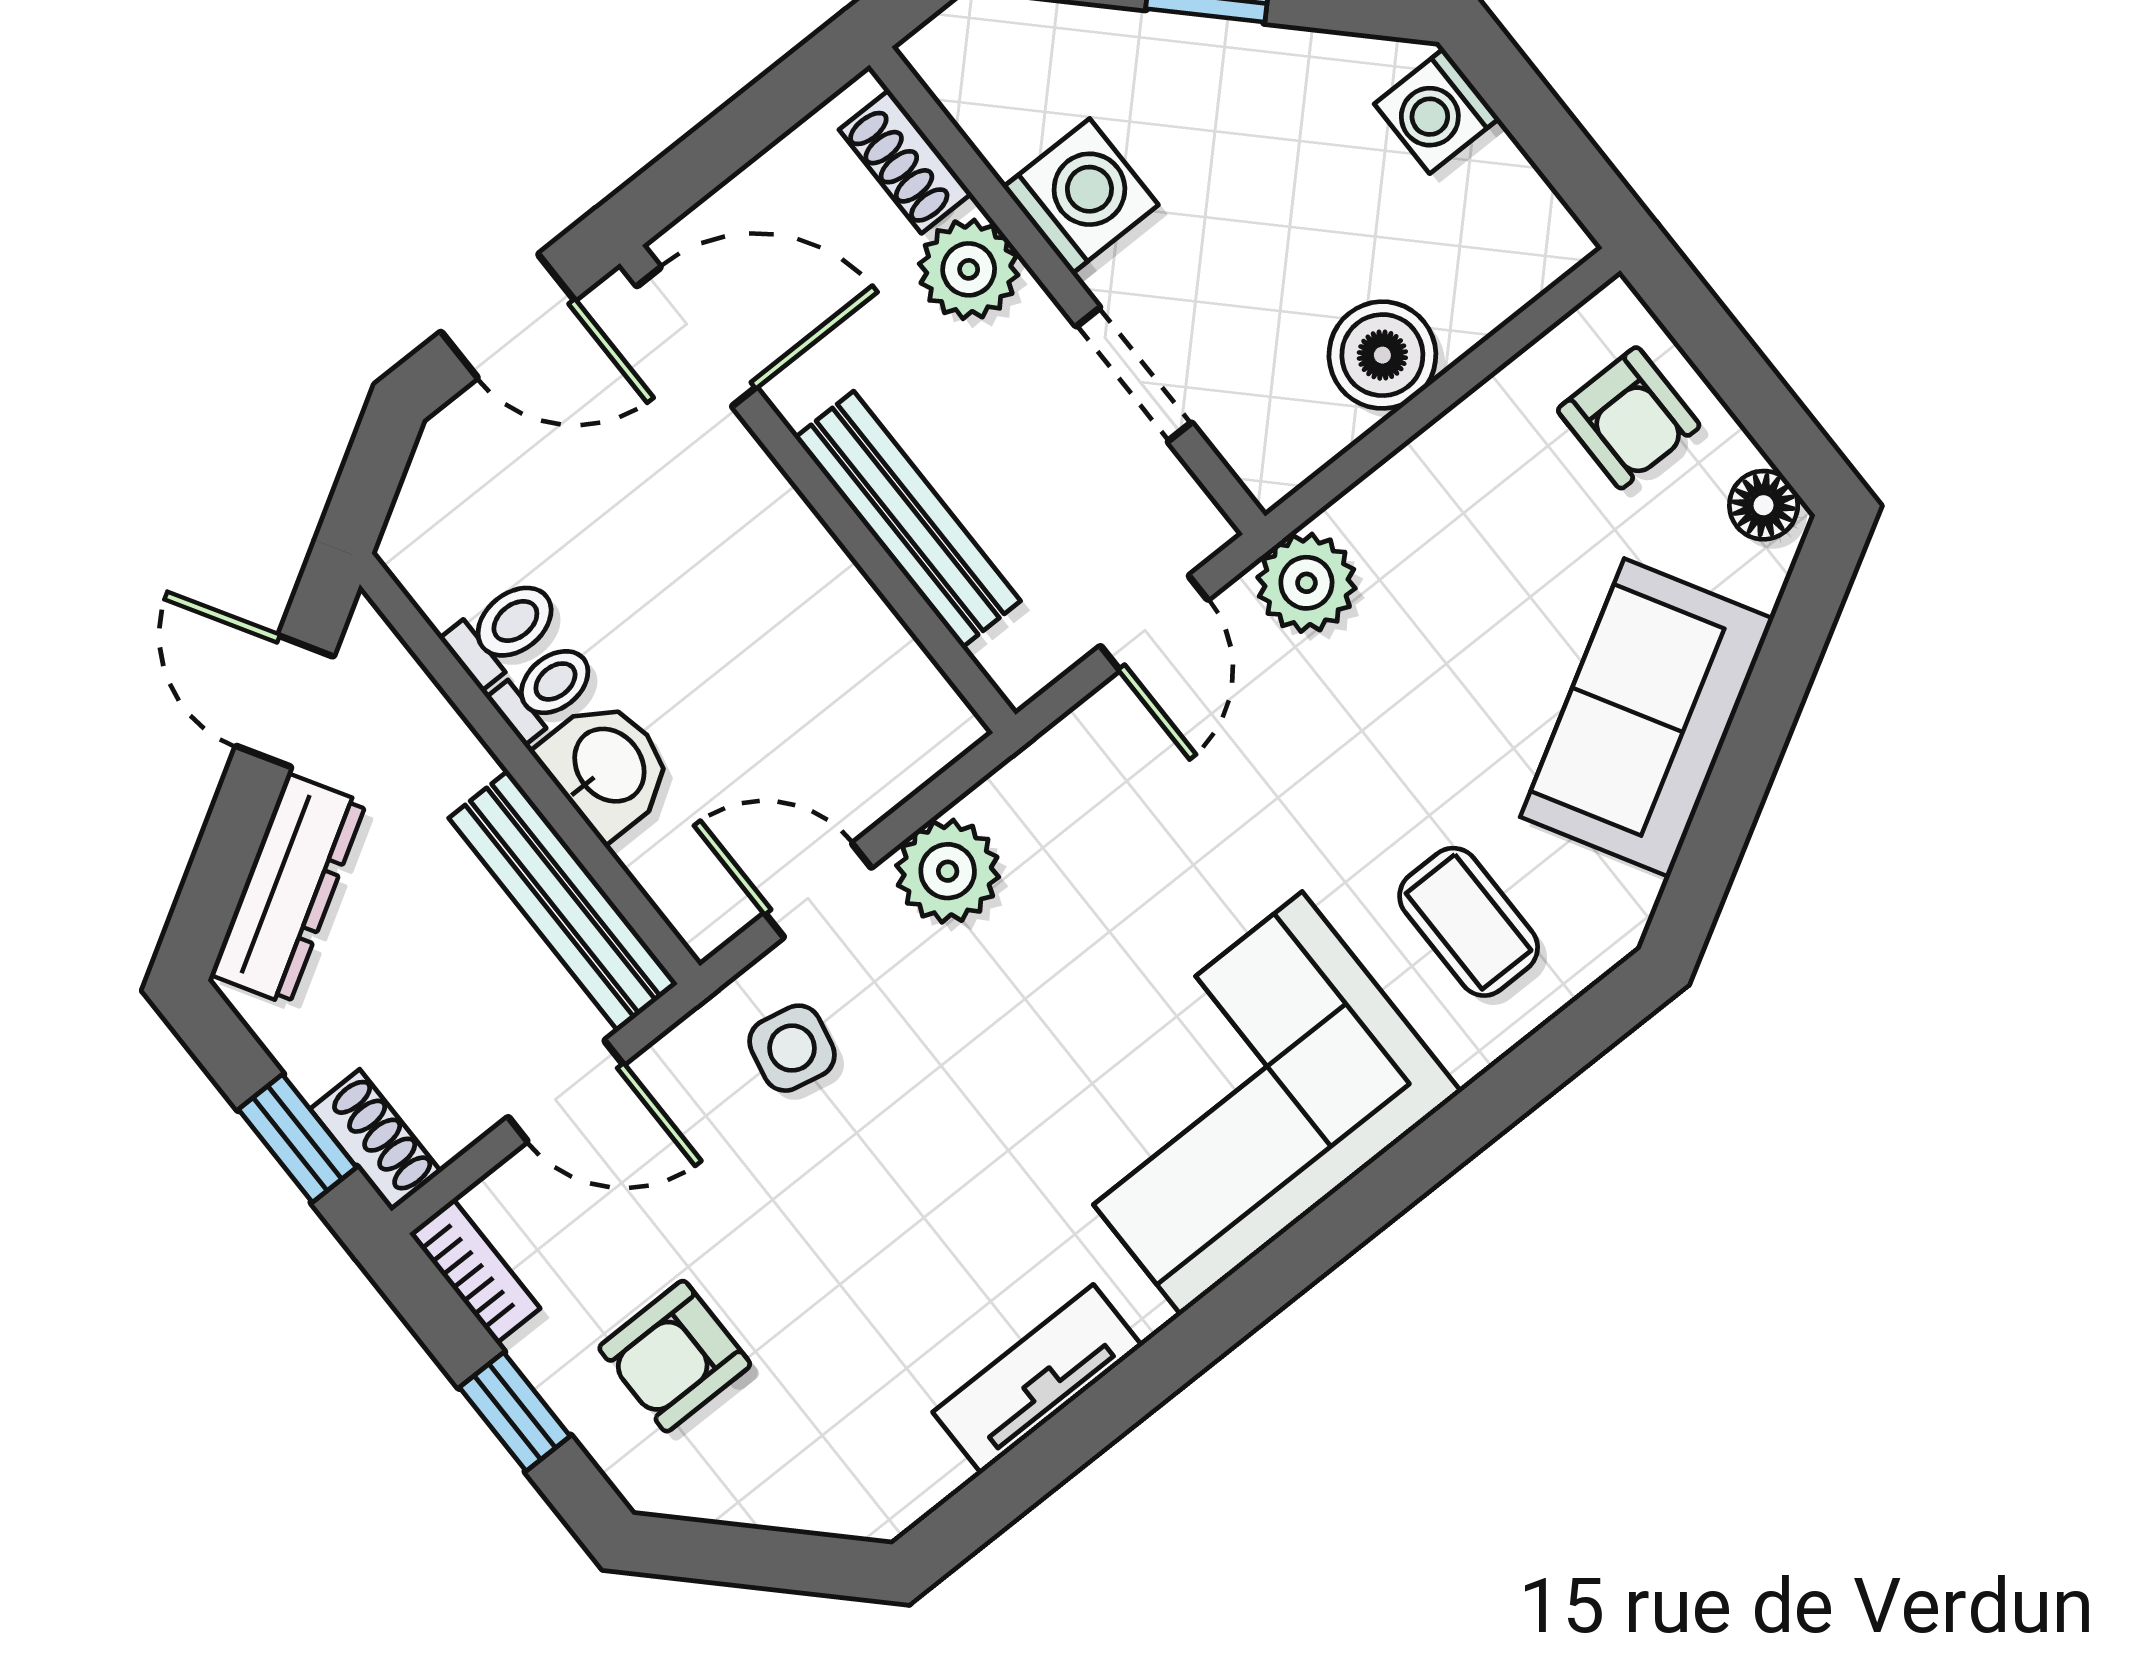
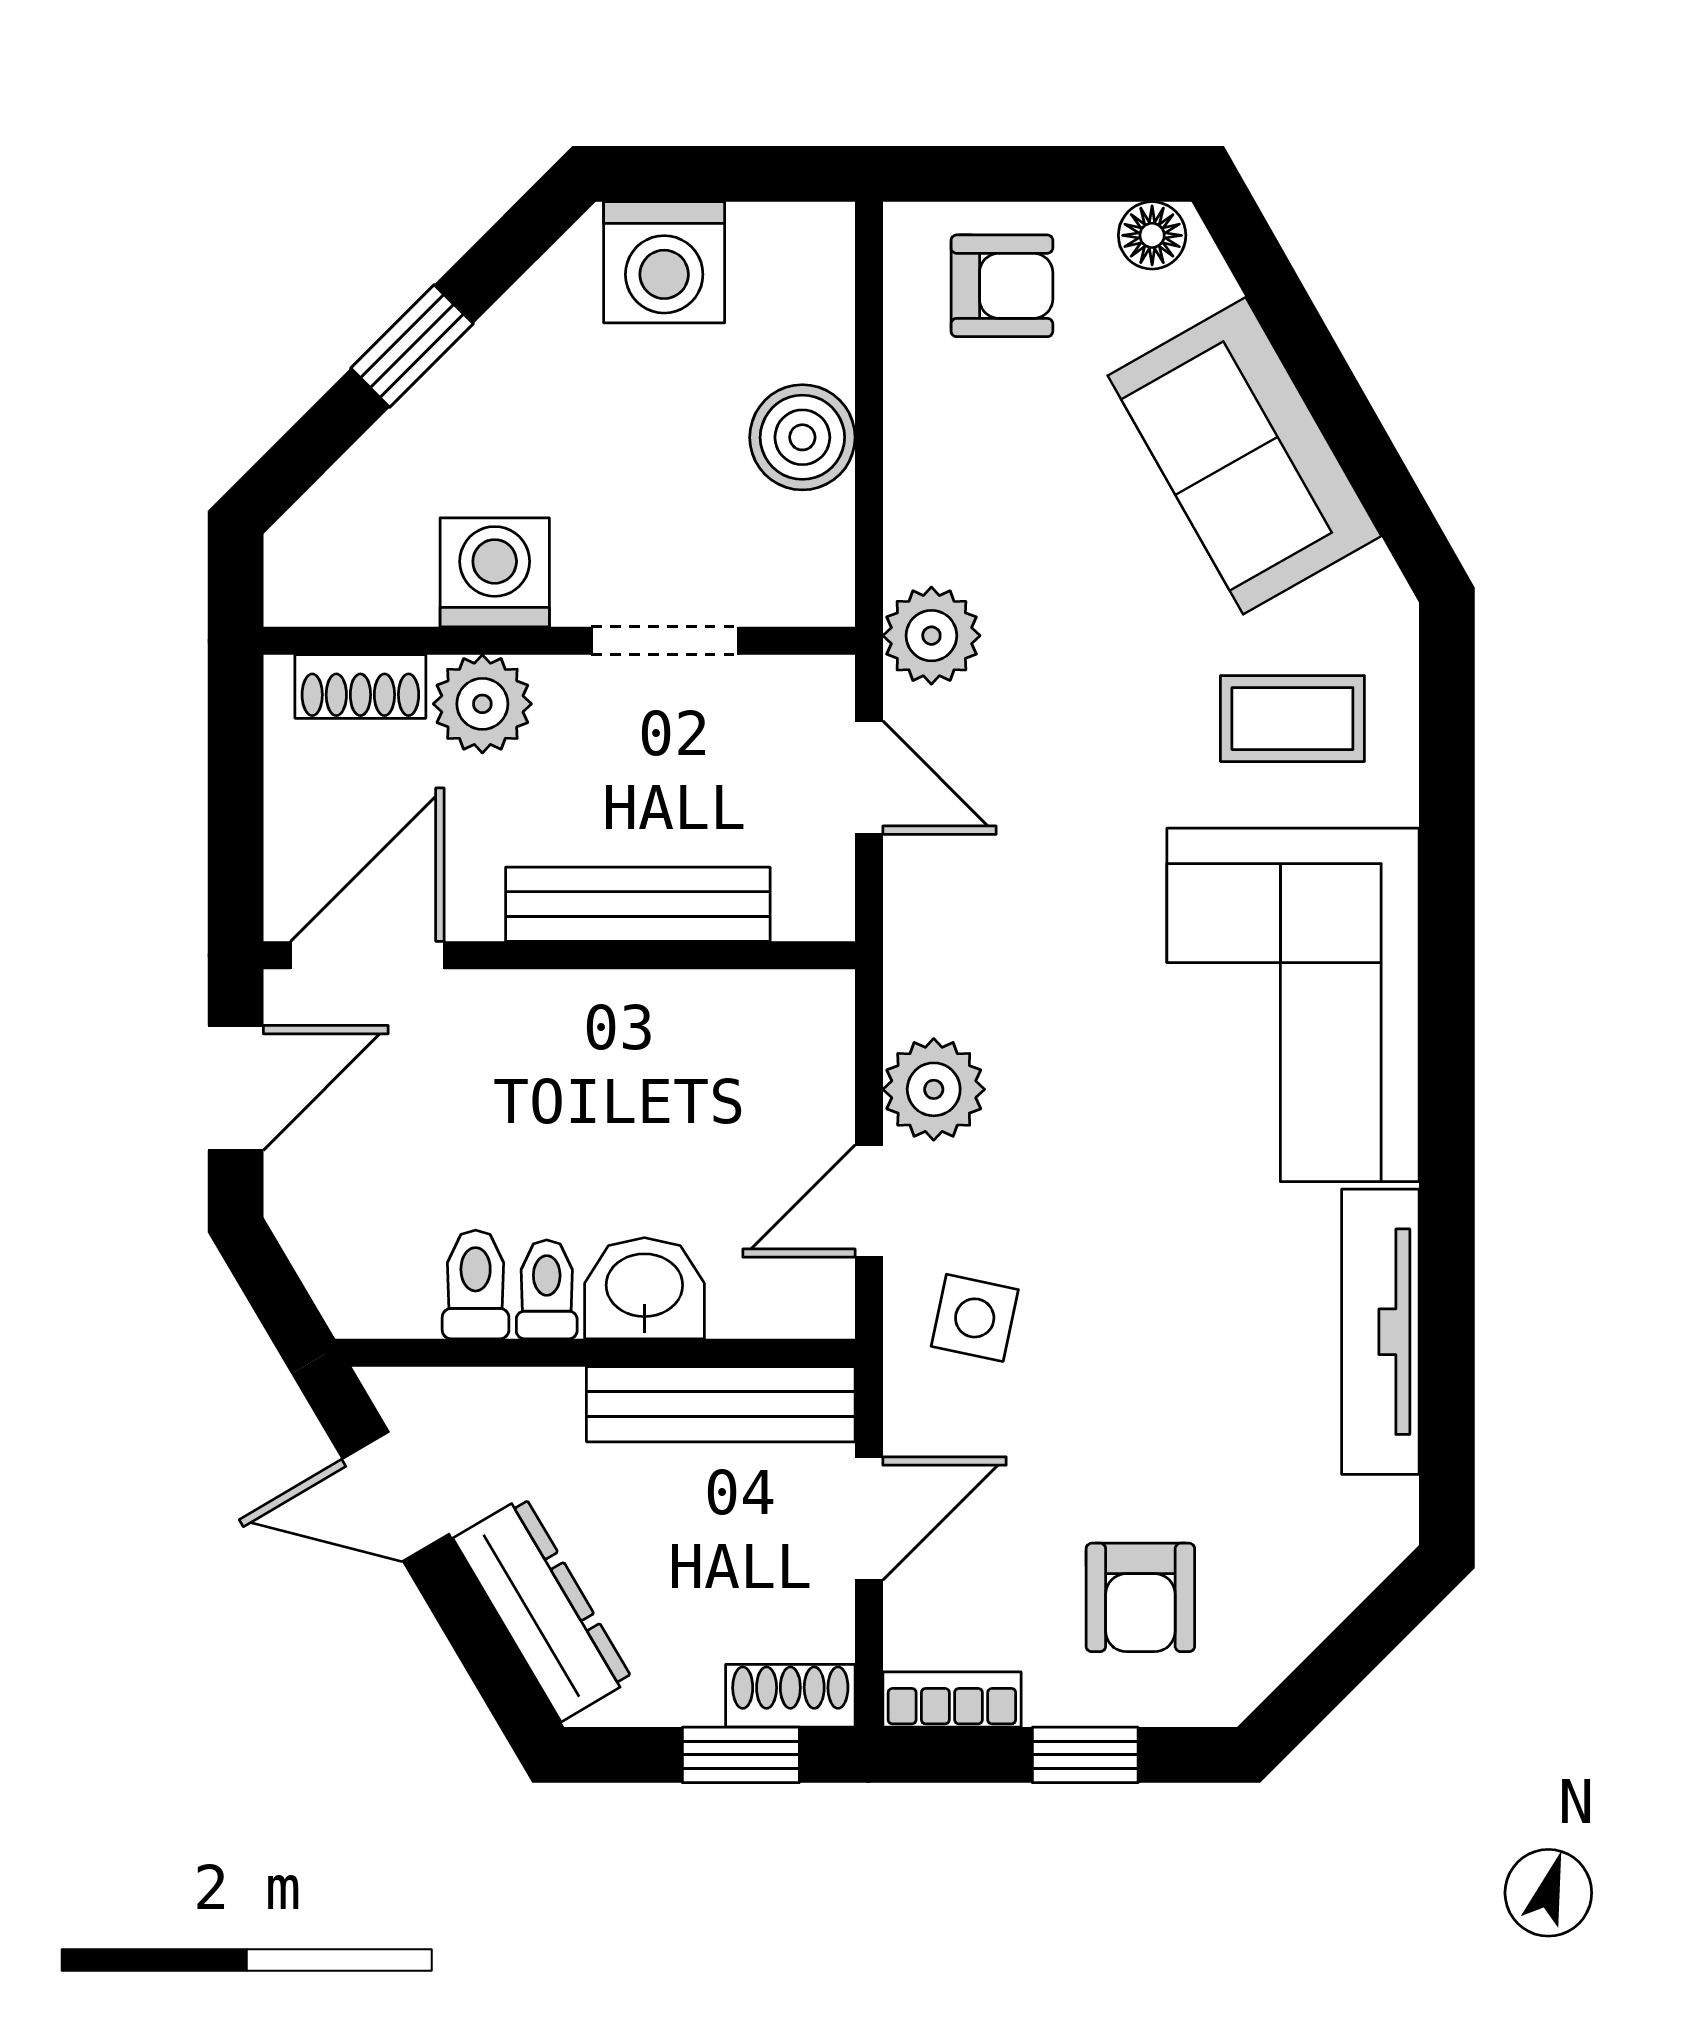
washing machine: (1437, 111) -> (664, 262), width x1.38, depth x1.38
tv unit: (1037, 1379) -> (1380, 1332), width x1.41

